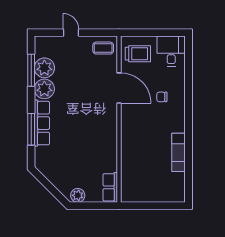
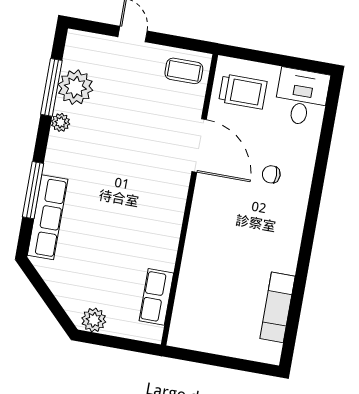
plant: (44, 89) -> (61, 122), width x0.53, depth x0.53
row of seats: (42, 123) -> (48, 217), moved
exam couch: (179, 152) -> (277, 307), moved
row of seats: (110, 187) -> (156, 297), moved

